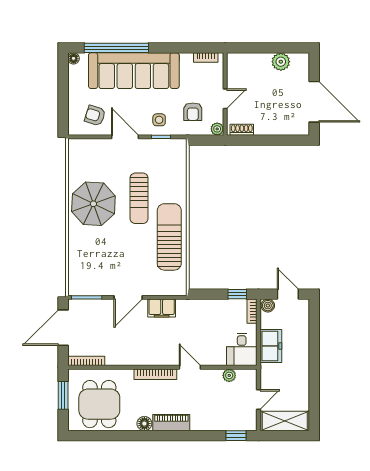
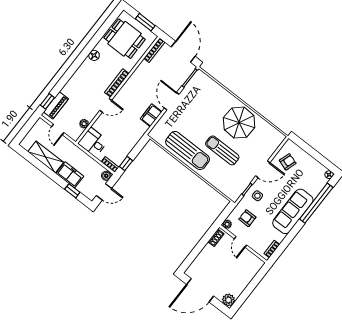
plant: (281, 62) -> (228, 300), moved
sofa: (134, 71) -> (293, 211), width x0.74, depth x0.79
window: (314, 330) -> (72, 191), added
freezer: (271, 346) -> (70, 175), moved, turned 180
shelving: (285, 421) -> (46, 157), moved, turned 90
piano: (171, 423) -> (56, 105), moved

